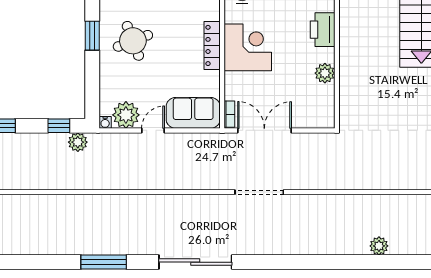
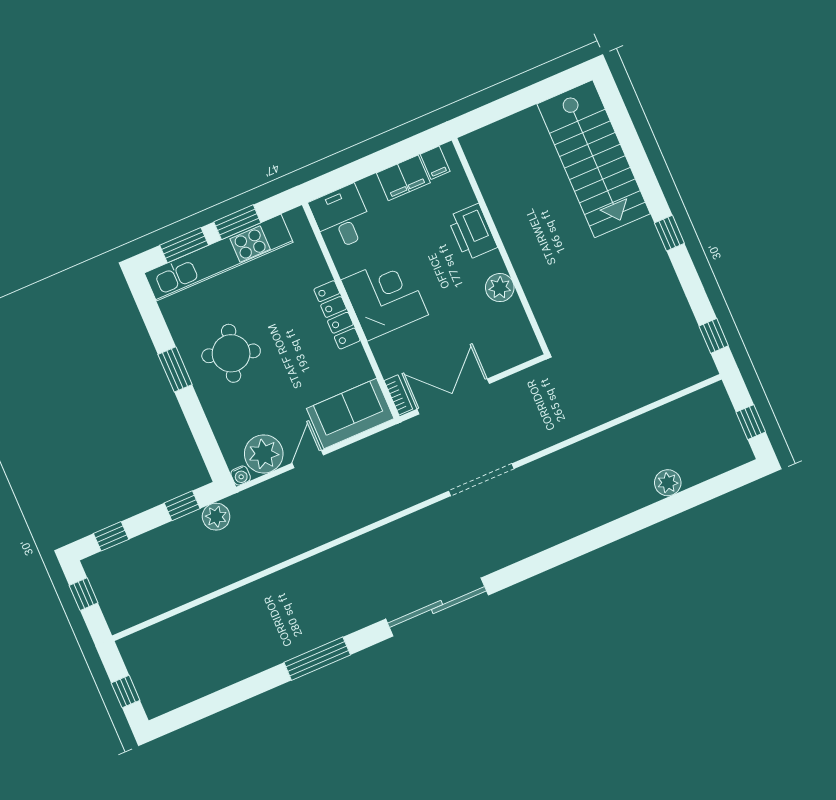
round table: (133, 41) -> (231, 353), turned 38

